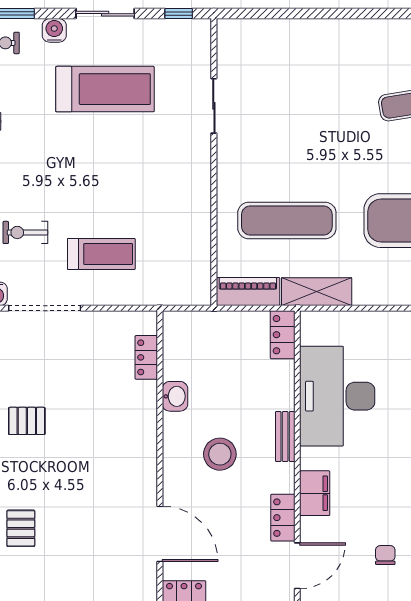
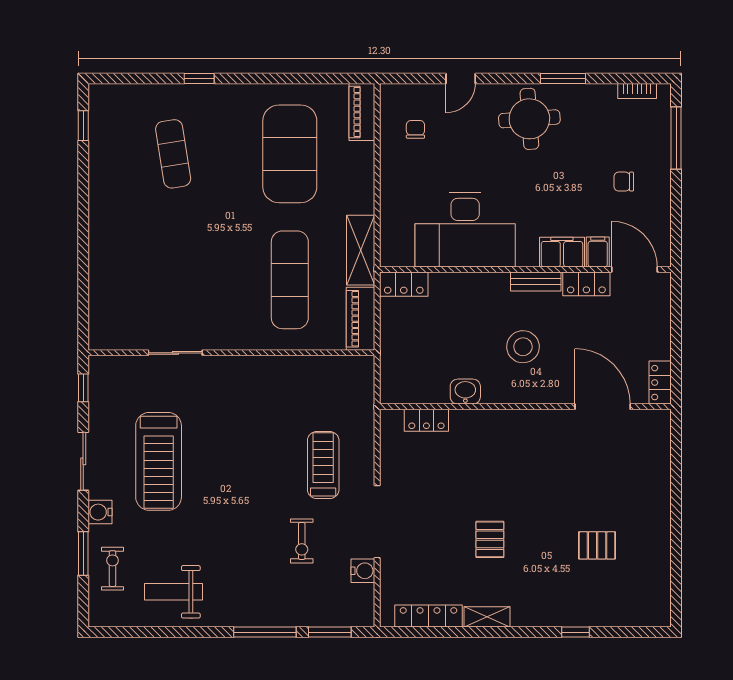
treadmill: (105, 89) -> (159, 461), turned 180
bench: (285, 436) -> (536, 282), moved
filing cabinet: (315, 529) -> (598, 252), added
door: (160, 534) -> (603, 407), hinge flipped

